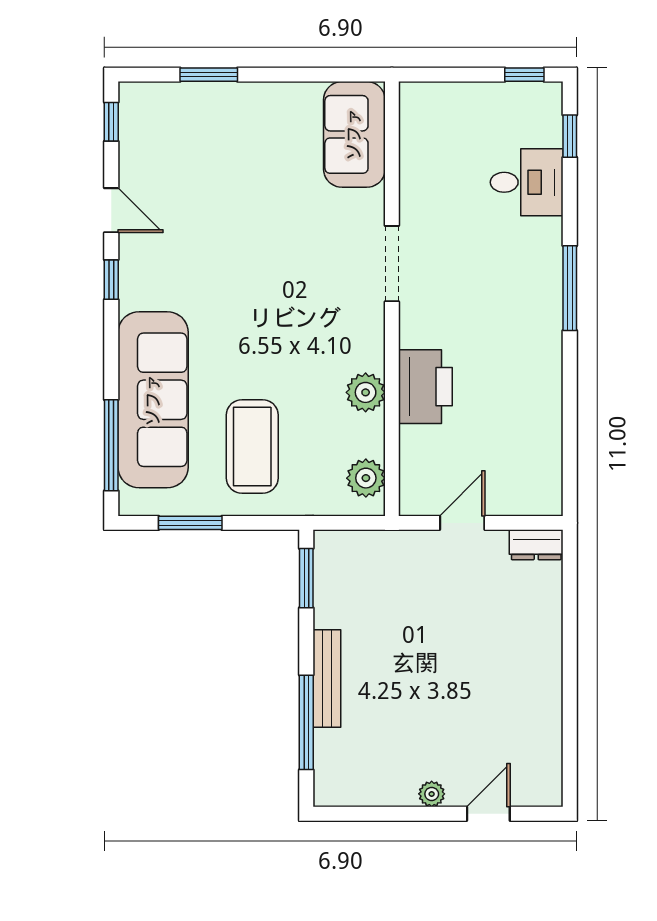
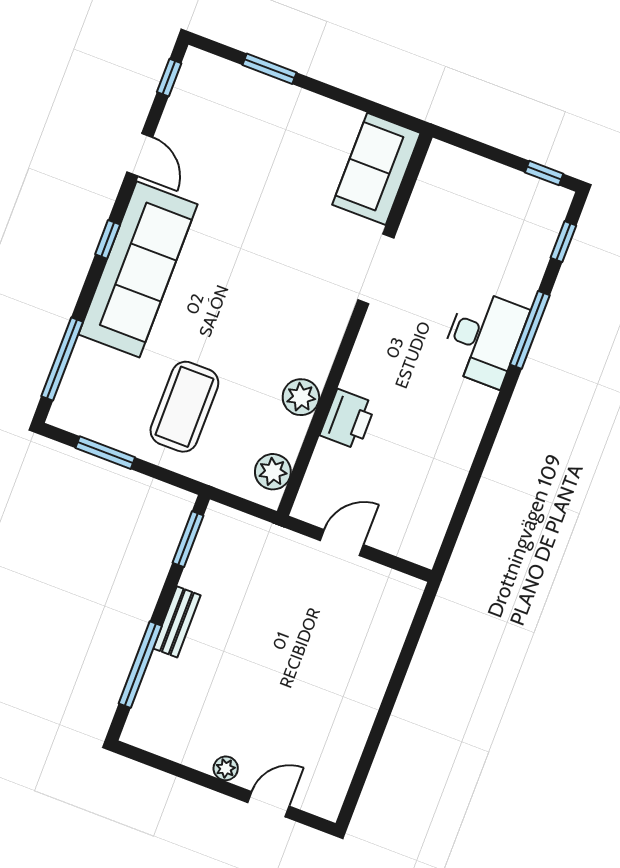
desk: (527, 182) -> (484, 338), moved, width x1.37
doorway: (392, 264) -> (376, 269), moved
window: (111, 280) -> (108, 239), moved
window: (570, 288) -> (530, 330), moved
printer: (425, 387) -> (348, 419), width x0.73, depth x0.84
sofa: (153, 400) -> (138, 269), moved
dresser: (536, 545) -> (399, 586), removed
bench: (327, 678) -> (177, 622), width x0.73

